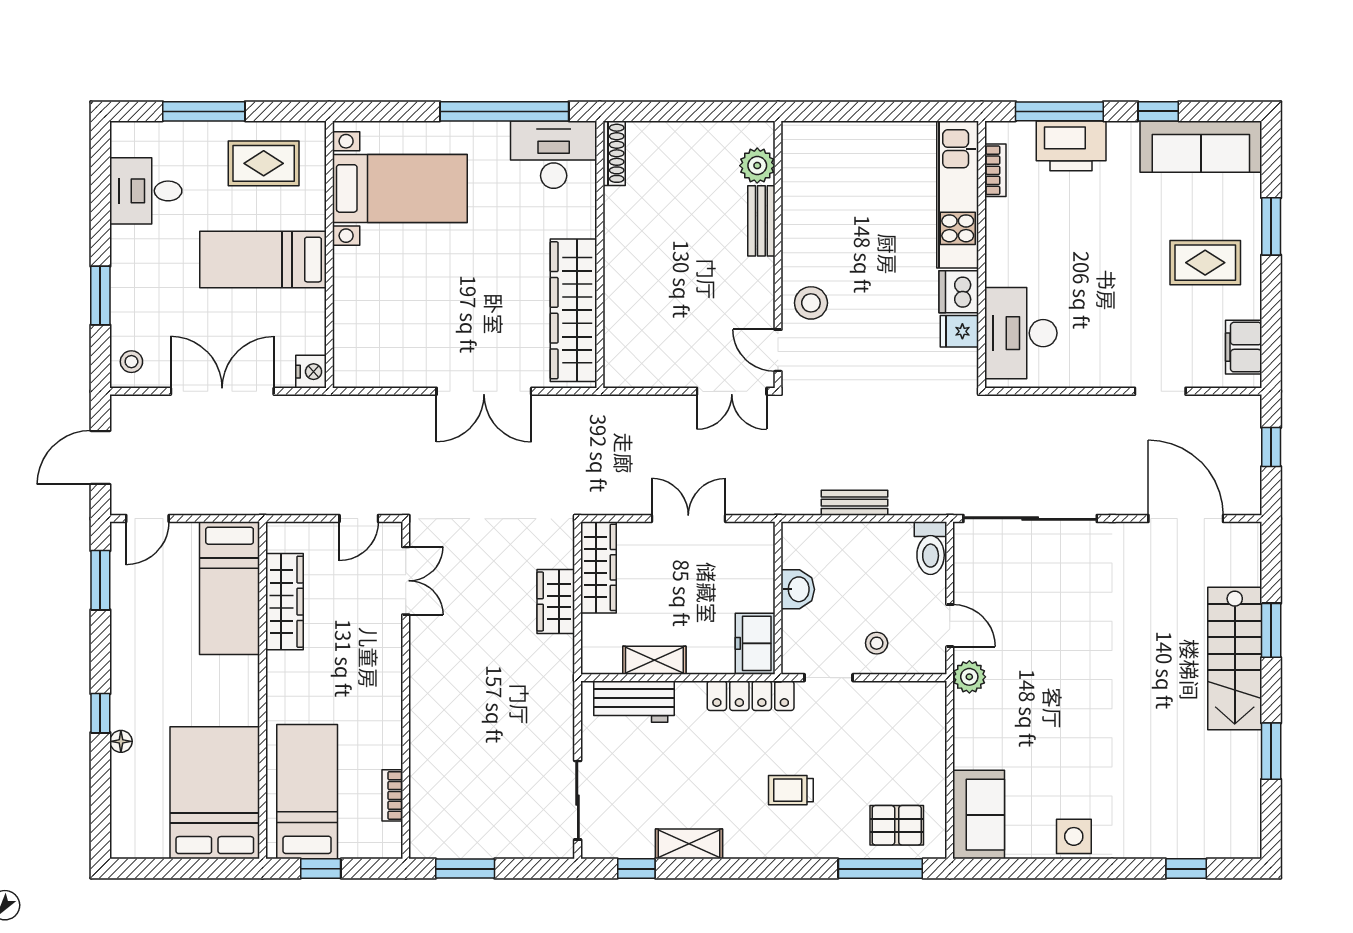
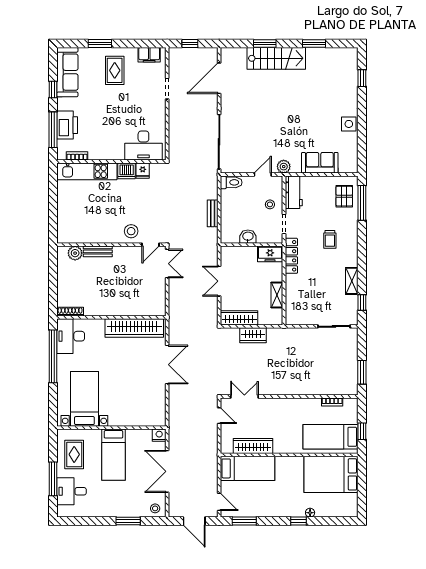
desk: (146, 191) -> (71, 491), moved, turned 90
workbench: (634, 702) -> (294, 192), moved
sofa: (979, 815) -> (320, 163), moved

